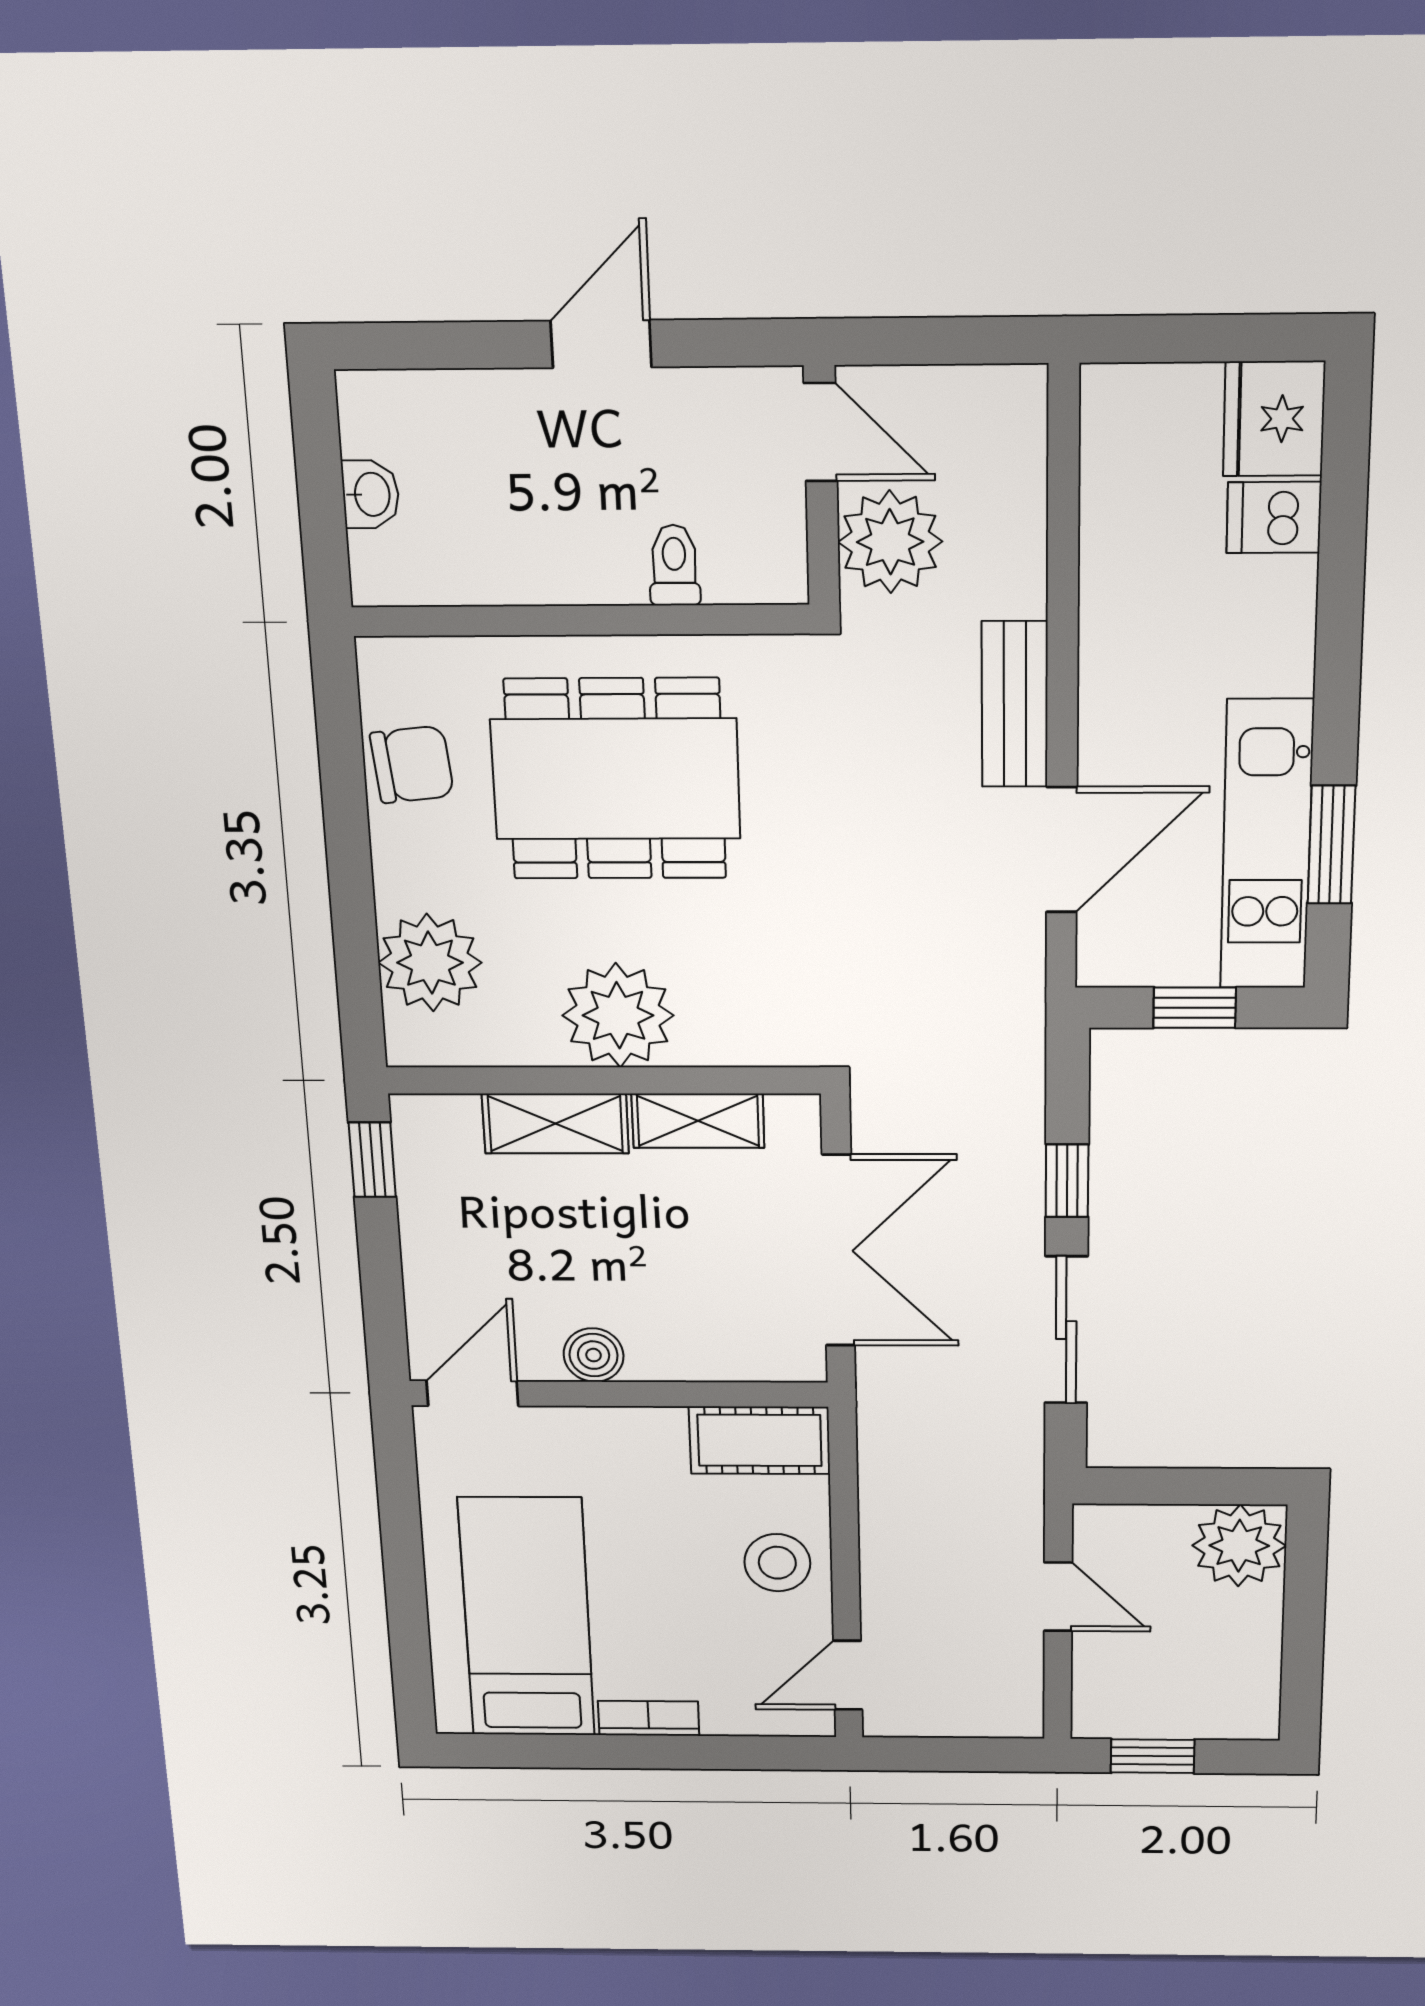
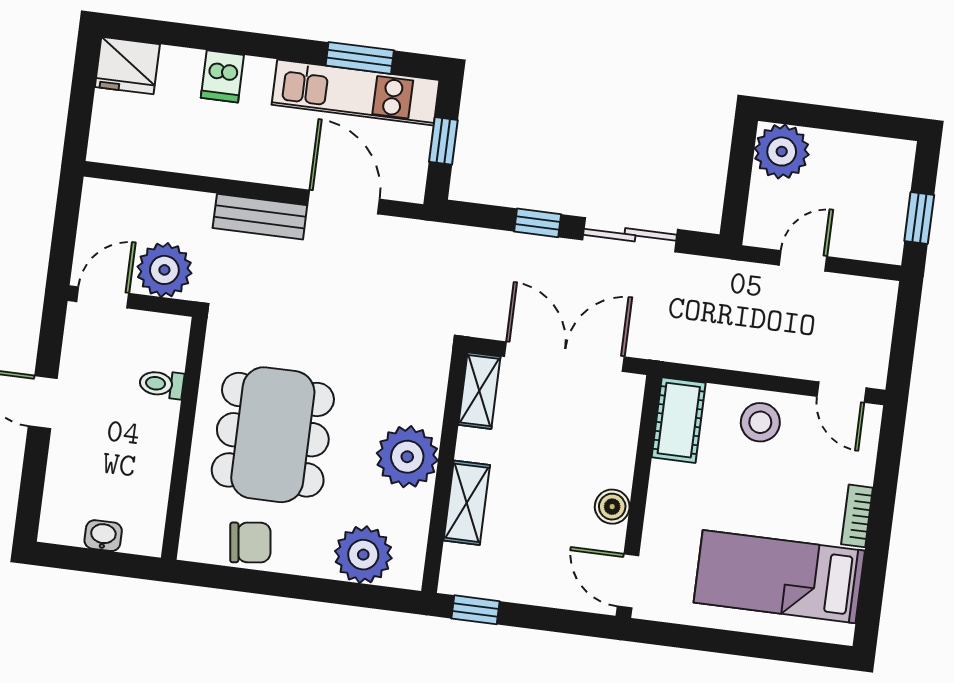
dishwasher: (1274, 517) -> (222, 76), moved
chair: (412, 765) -> (250, 542), turned 89
shelving: (698, 1121) -> (479, 391), moved

